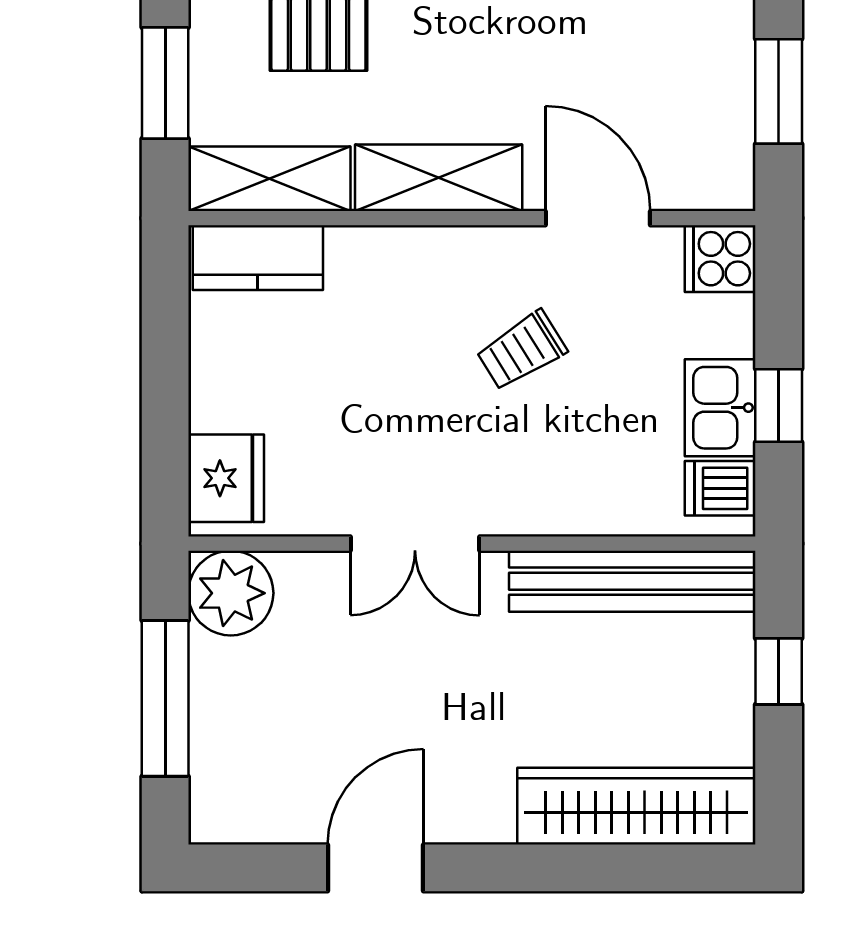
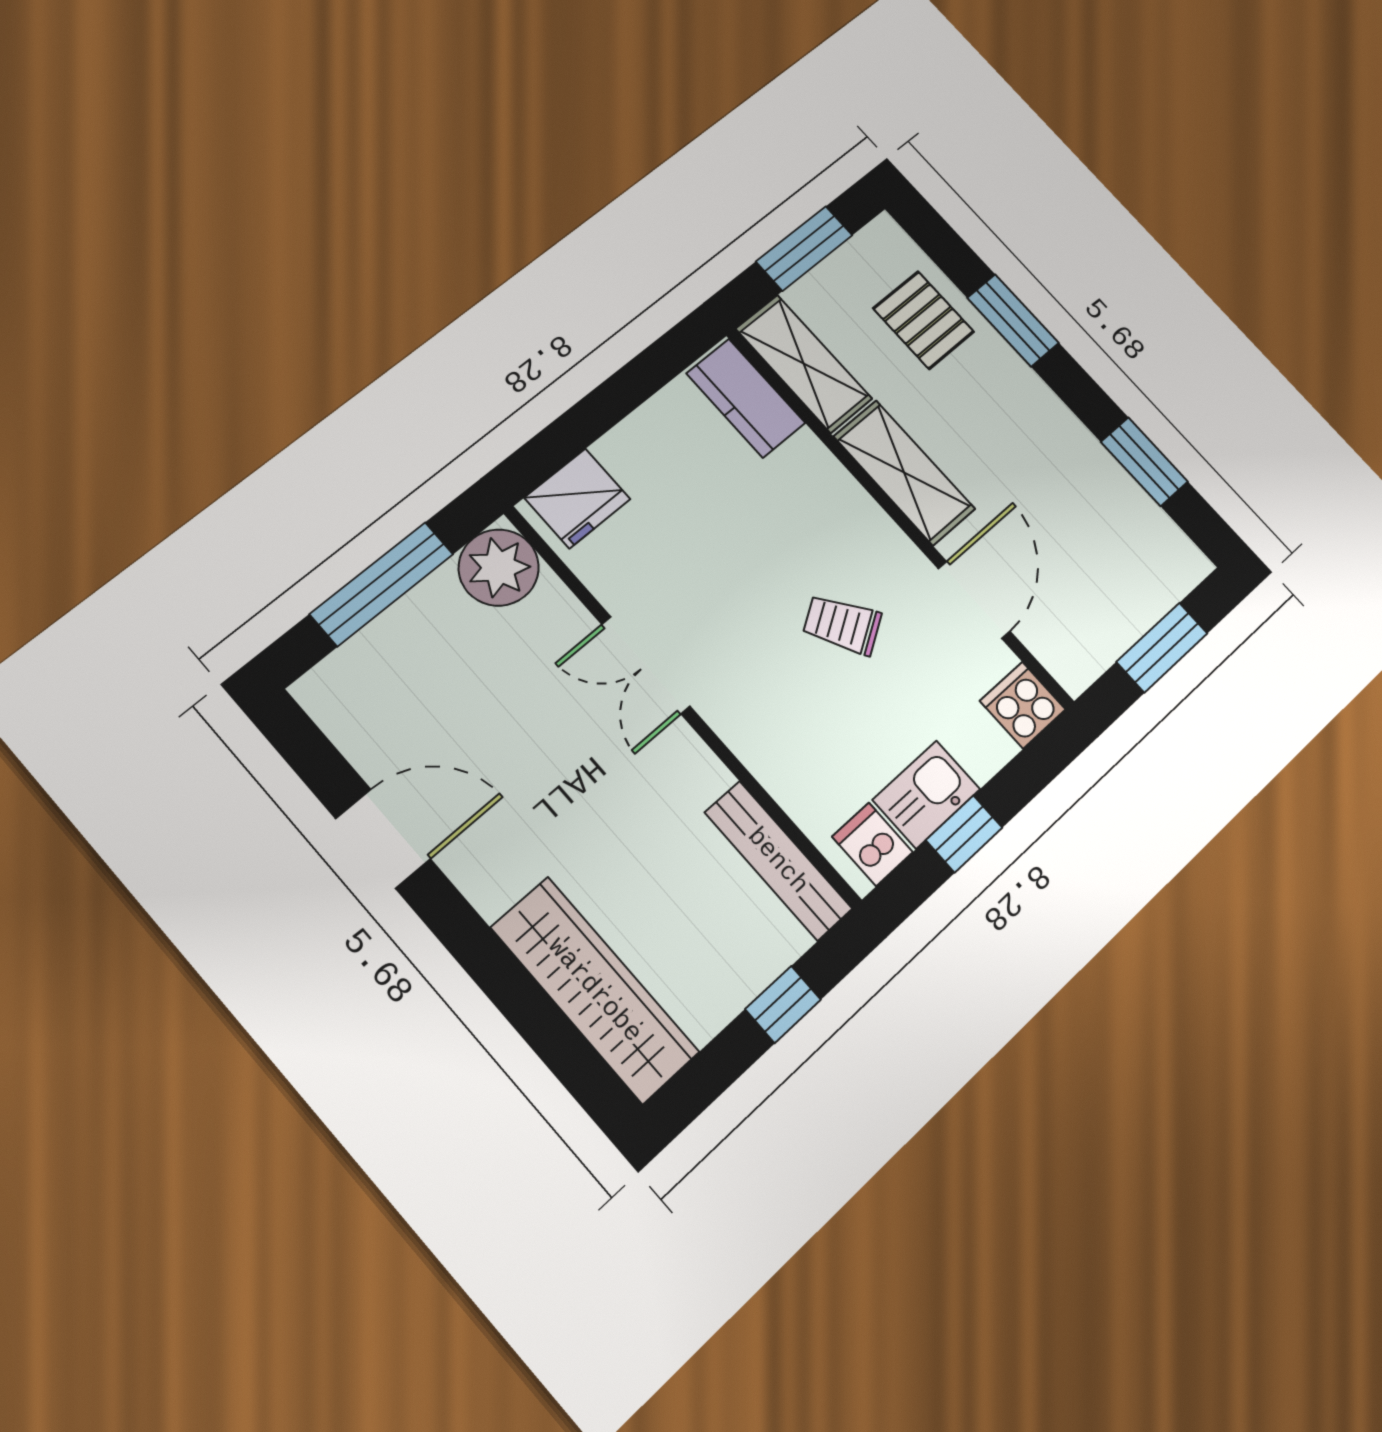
bench: (632, 581) -> (778, 861), width x0.73, depth x0.82

